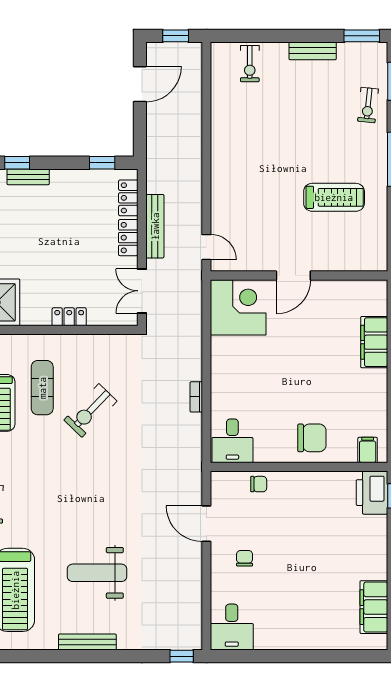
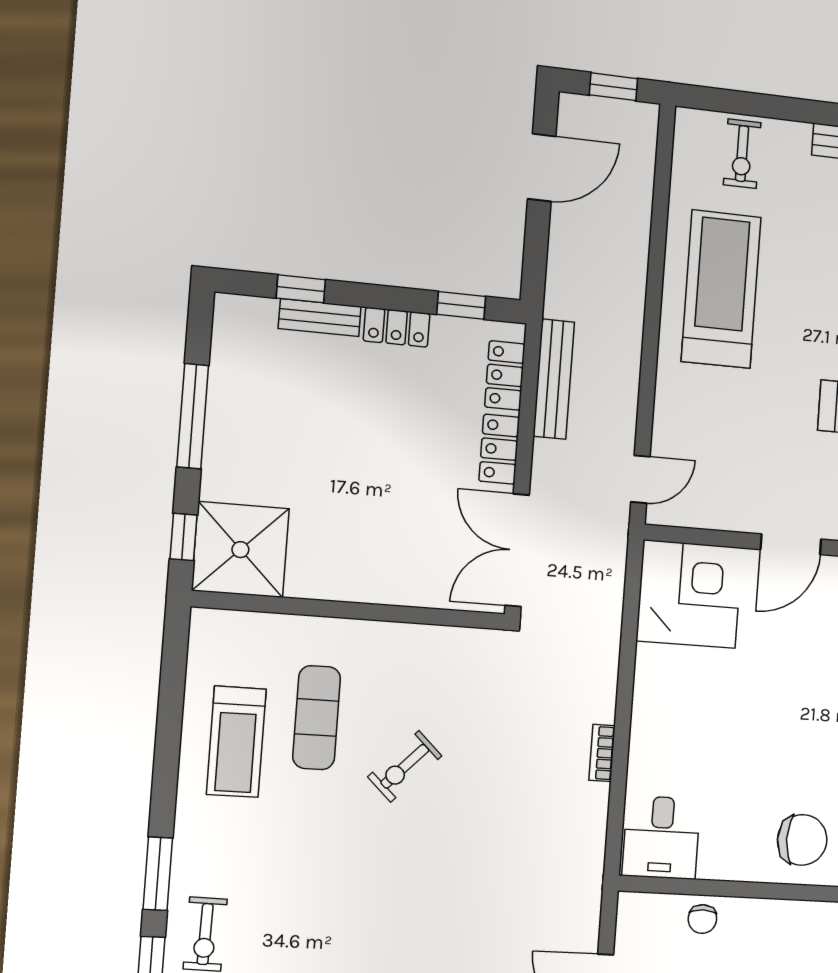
treadmill: (244, 139) -> (721, 289), added
bench: (155, 226) -> (554, 379), moved
door: (206, 247) -> (640, 479), hinge flipped
double door: (142, 291) -> (517, 550), width x1.37
locker: (69, 317) -> (397, 327), moved, turned 180
exercise bike: (90, 411) -> (405, 766), width x0.73, depth x0.72
chair: (259, 484) -> (702, 919), turned 90

